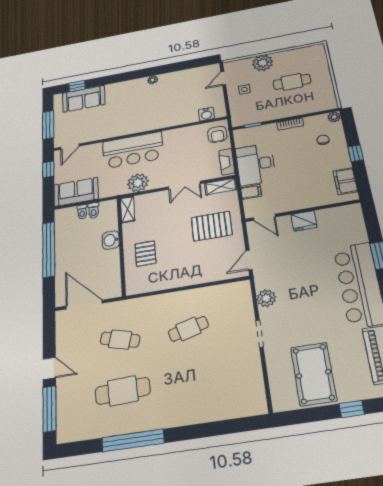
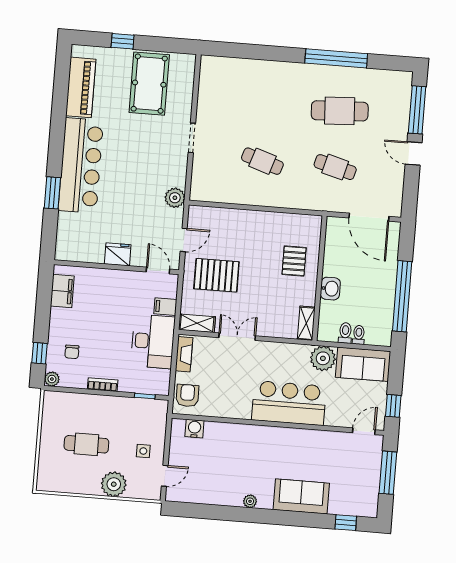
sofa: (84, 99) -> (301, 496), moved
window: (356, 153) -> (40, 353), moved
plant: (138, 183) -> (323, 358), moved
door: (249, 260) -> (184, 240), moved
plant: (266, 298) -> (175, 198), moved
cafe table: (188, 329) -> (262, 161), turned 33

